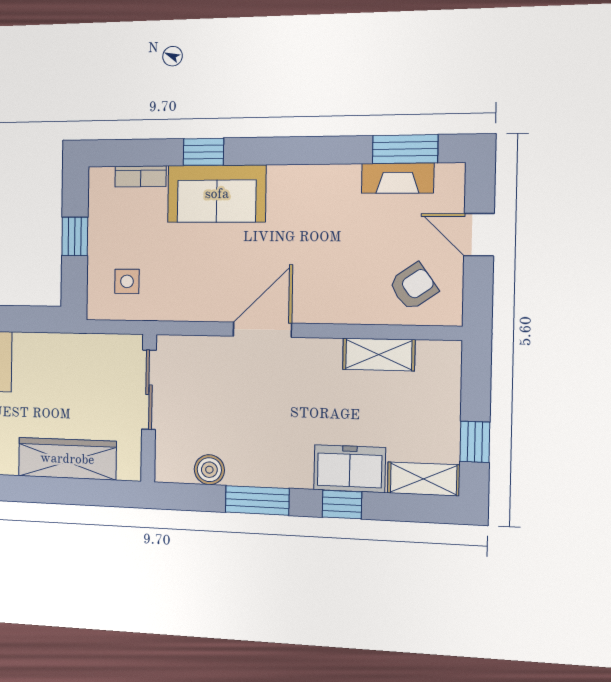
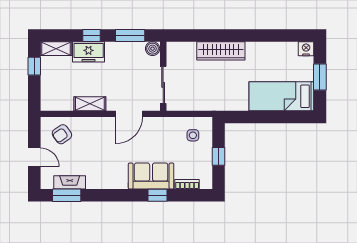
shelving: (379, 355) -> (90, 104), moved
sliding door: (149, 390) -> (163, 85), moved
wall: (149, 408) -> (163, 76), moved

